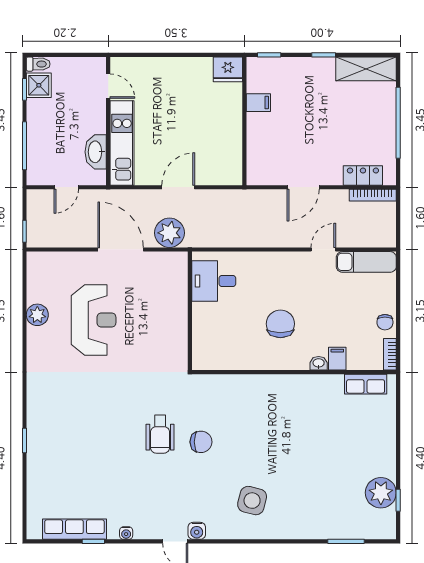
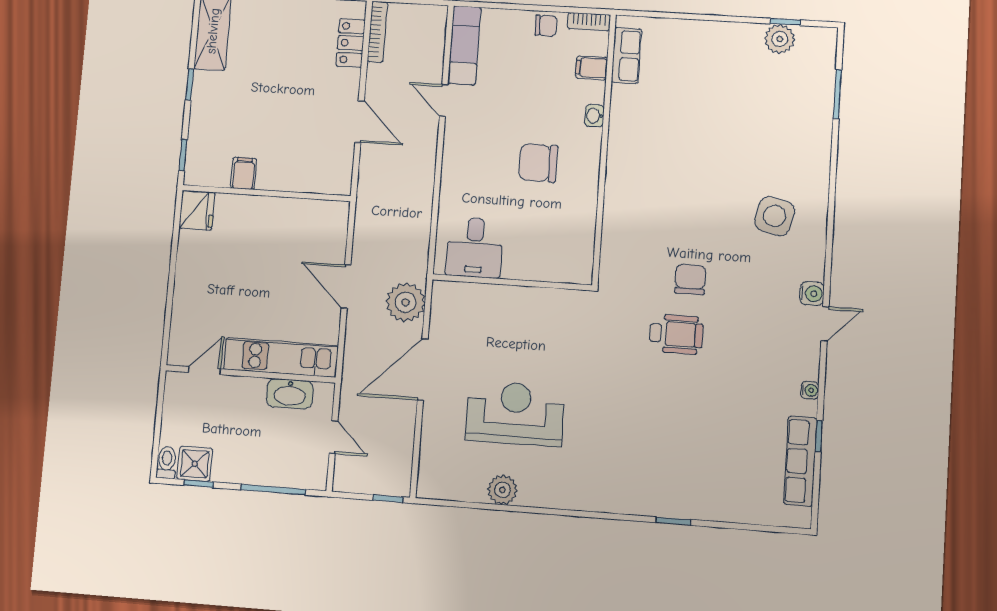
filing cabinet: (337, 359) -> (592, 68), moved
plant: (381, 493) -> (780, 39), width x0.73, depth x0.73

